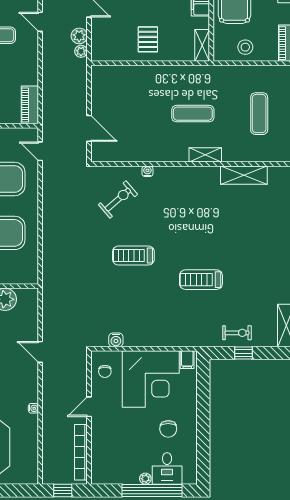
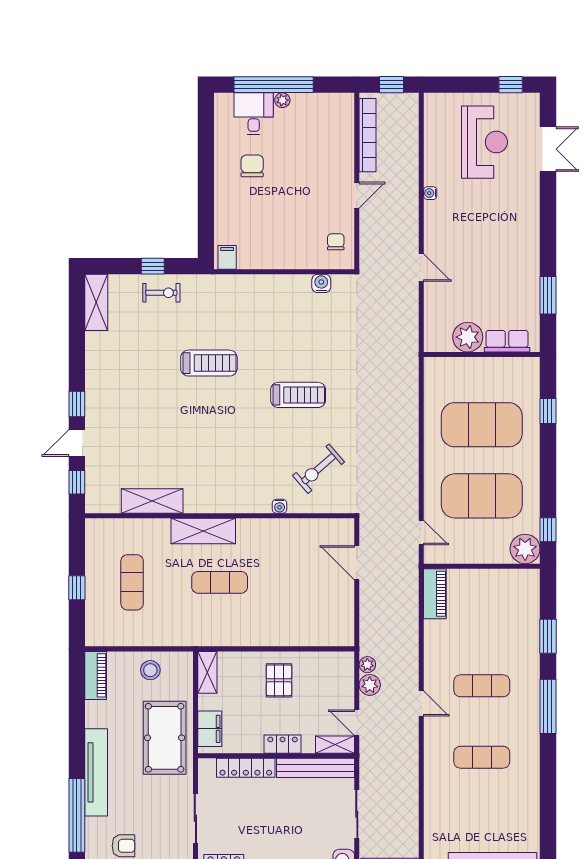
shelving: (205, 155) -> (203, 531), width x1.50, depth x1.33
exercise bike: (237, 333) -> (161, 293), turned 180
corner desk: (151, 379) -> (275, 232), removed

